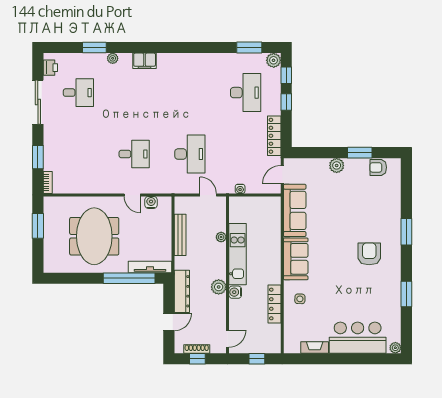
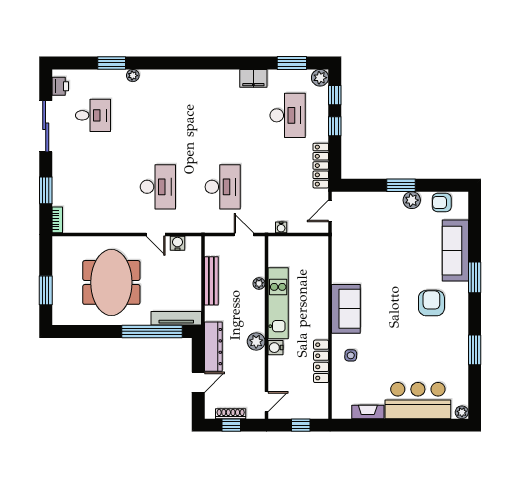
filing cabinet: (145, 61) -> (253, 78), moved
window: (360, 153) -> (401, 185), moved
desk: (134, 154) -> (158, 187), width x1.37
plant: (337, 165) -> (412, 200), moved
sofa: (295, 210) -> (455, 251), moved, turned 180
window: (38, 226) -> (46, 290), moved

